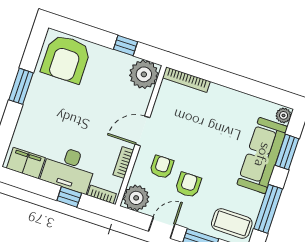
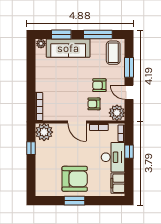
armchair: (66, 59) -> (75, 179), moved

